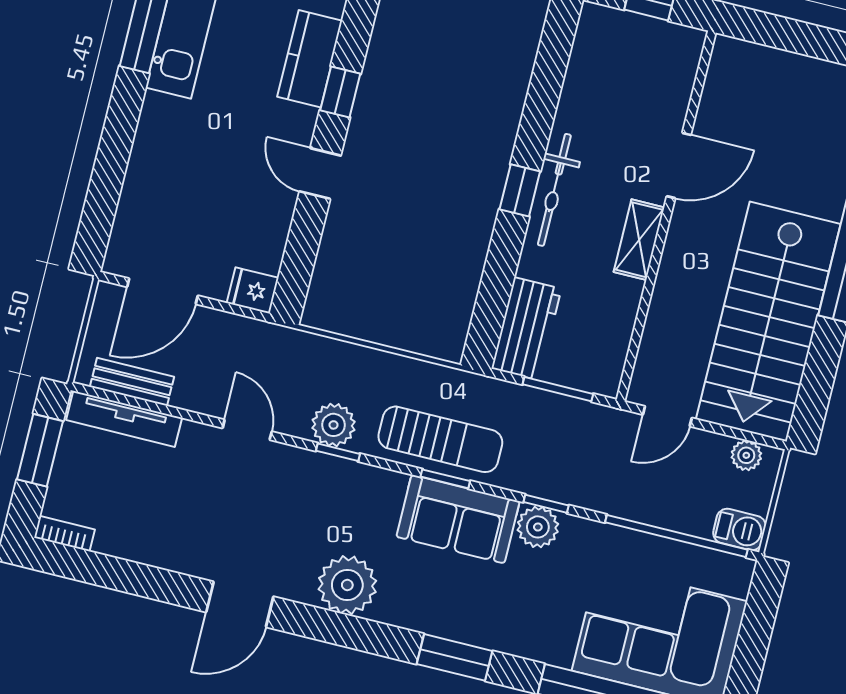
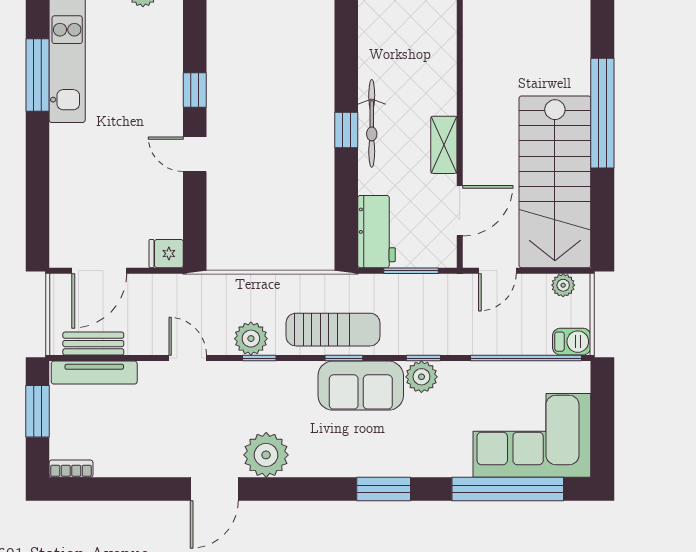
kitchen counter: (310, 59) -> (166, 71), removed
door: (679, 166) -> (460, 211), moved
plant: (347, 585) -> (266, 455), moved

